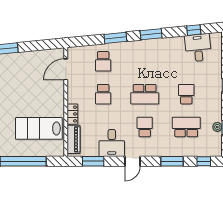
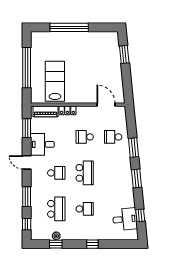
school desk: (145, 94) -> (85, 173), turned 180

